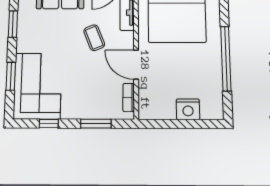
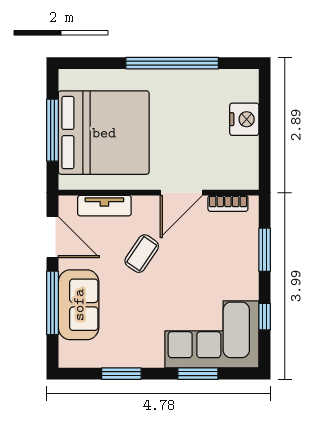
coffee table: (94, 38) -> (142, 254), turned -34

